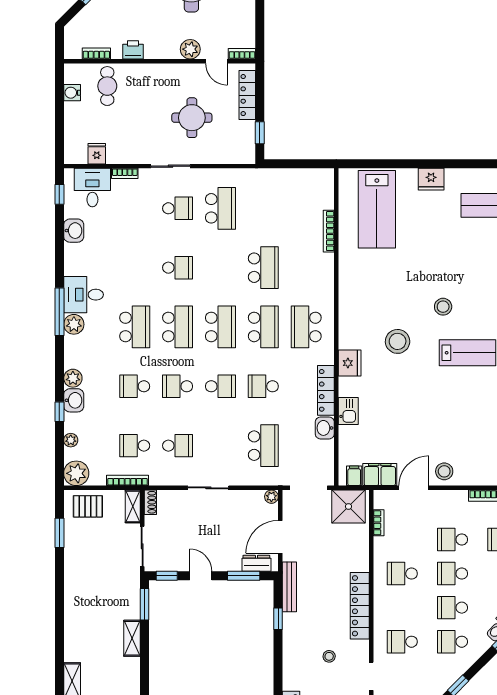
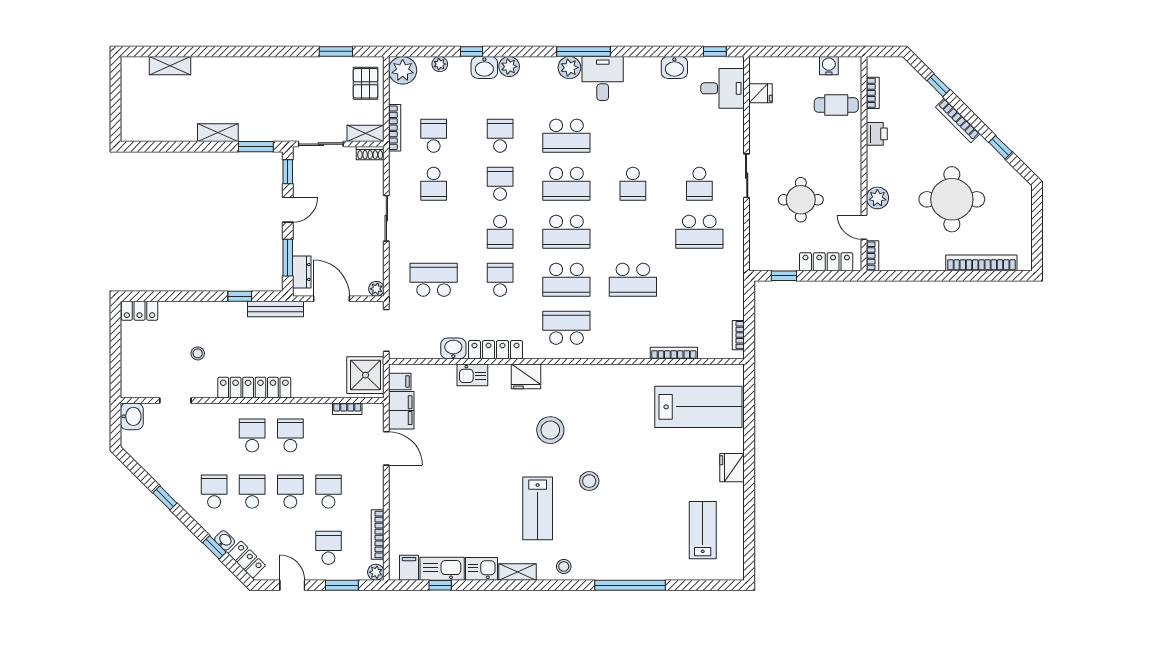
door: (216, 61) -> (864, 227), hinge flipped
bookcase: (125, 173) -> (738, 335), moved
lab bench: (377, 209) -> (698, 407), turned 180
school desk: (263, 446) -> (434, 280), turned 180
stool: (444, 471) -> (405, 482), removed
school desk: (402, 642) -> (252, 435), moved

